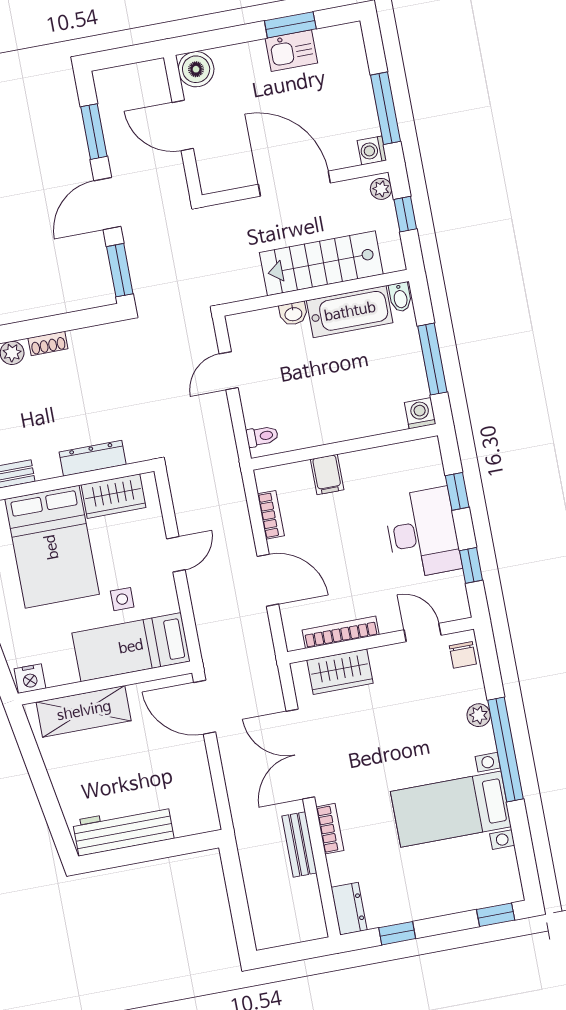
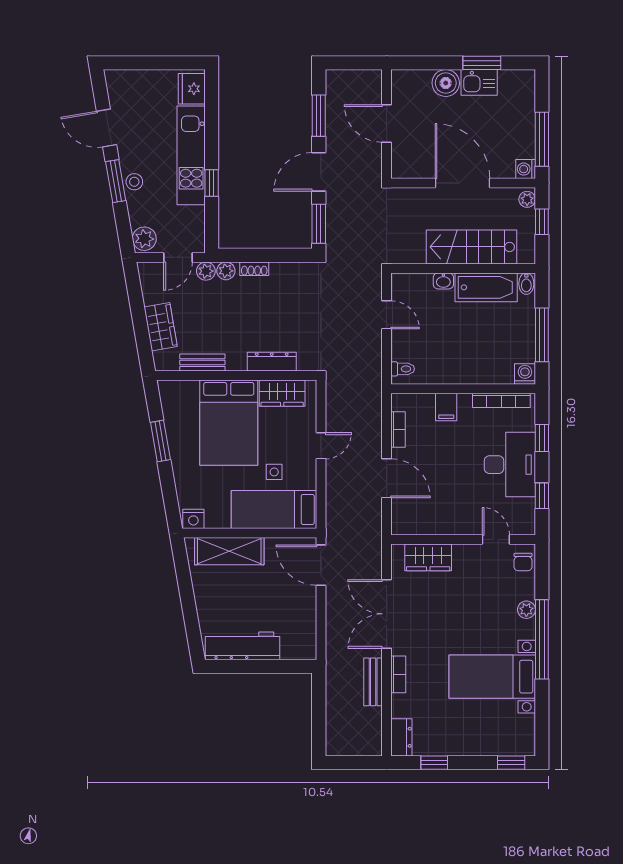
boiler: (196, 69) -> (446, 83), moved
door: (229, 371) -> (387, 315), swing flipped
bookcase: (341, 632) -> (501, 400), moved, turned 180

